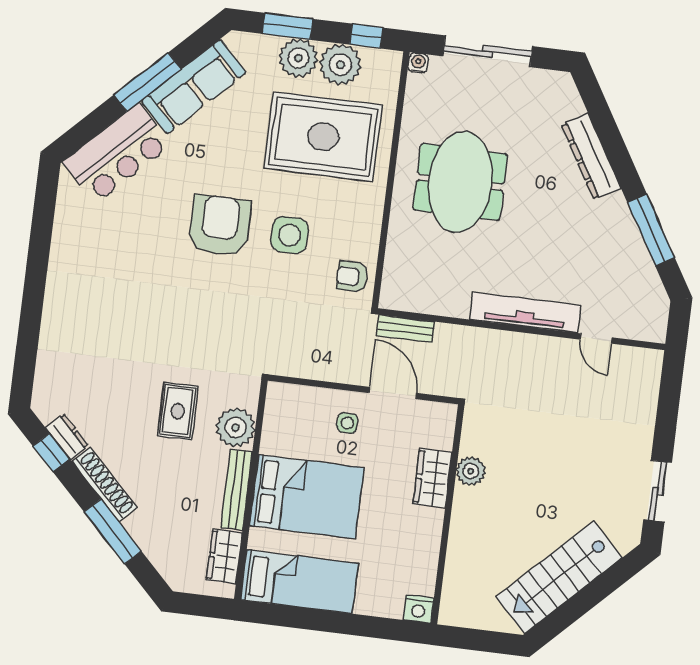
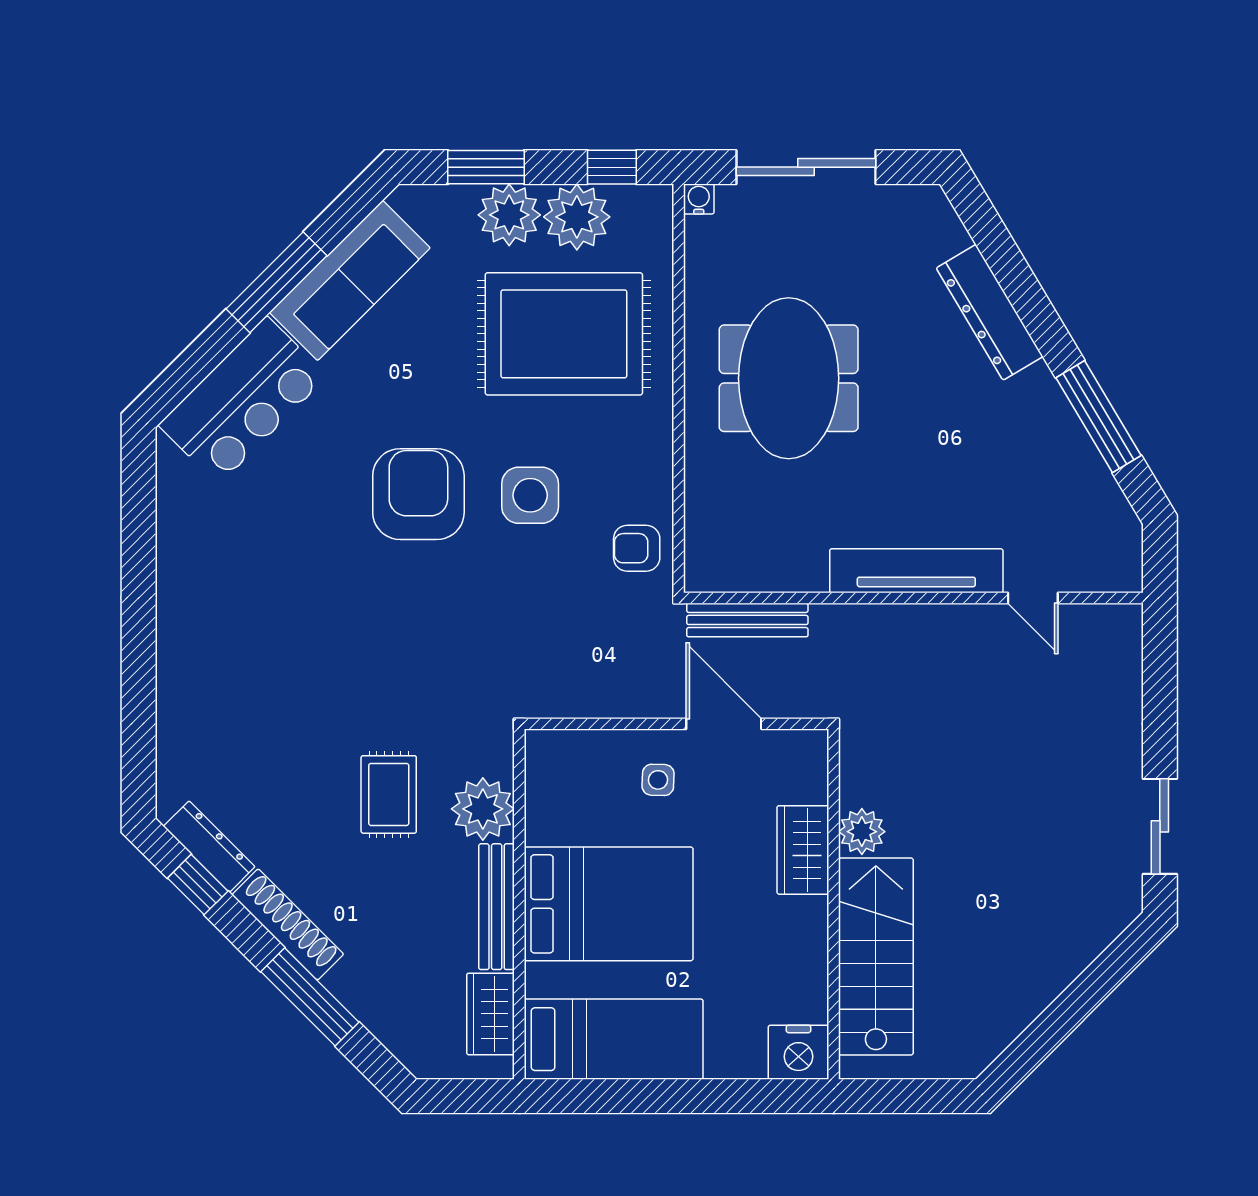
bench: (406, 329) -> (747, 620), width x1.36
dresser: (67, 437) -> (209, 847), width x1.44
stairs: (559, 577) -> (876, 956), moved, turned 135
nightstand: (418, 609) -> (799, 1052), width x1.36, depth x1.33

